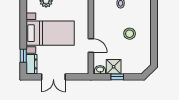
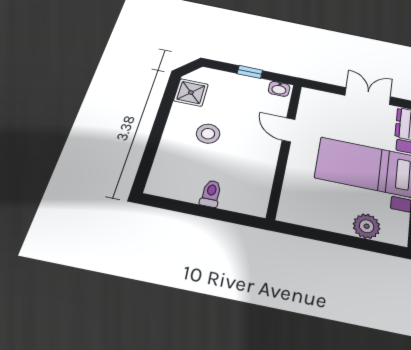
shower: (114, 67) -> (191, 93), moved

